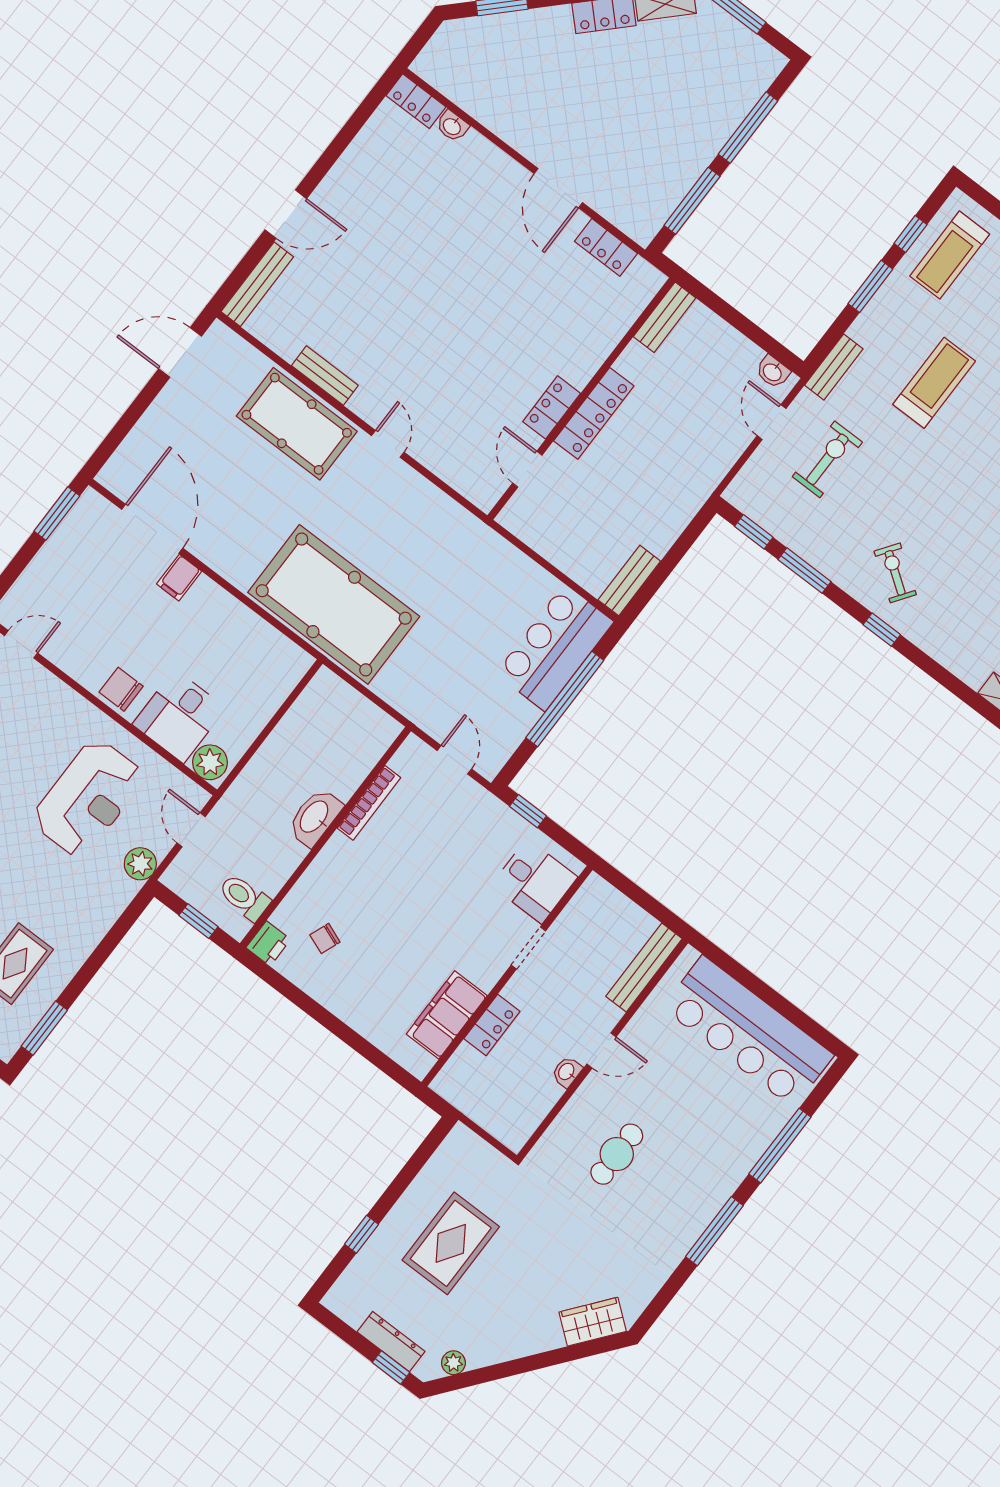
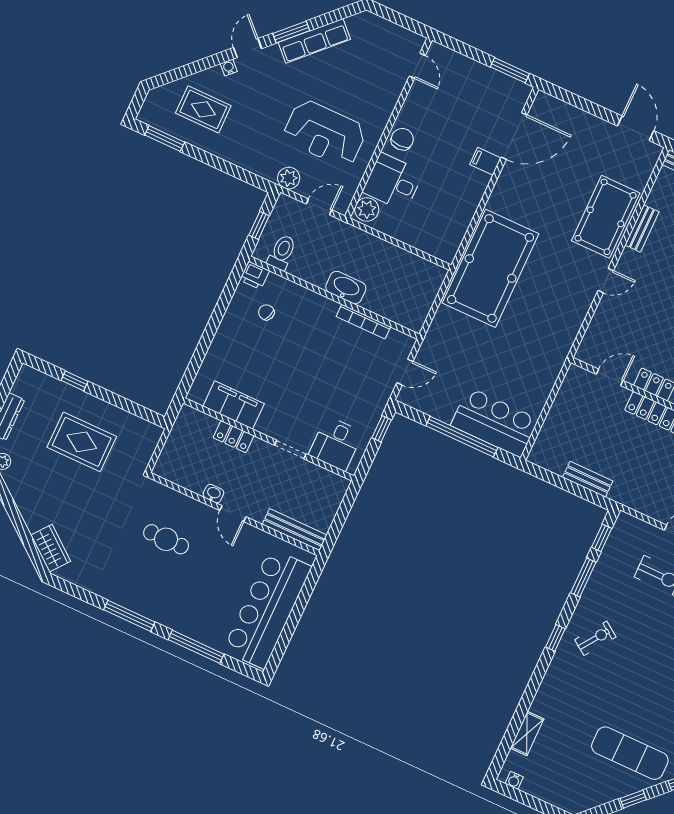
bench: (629, 581) -> (588, 479), moved

